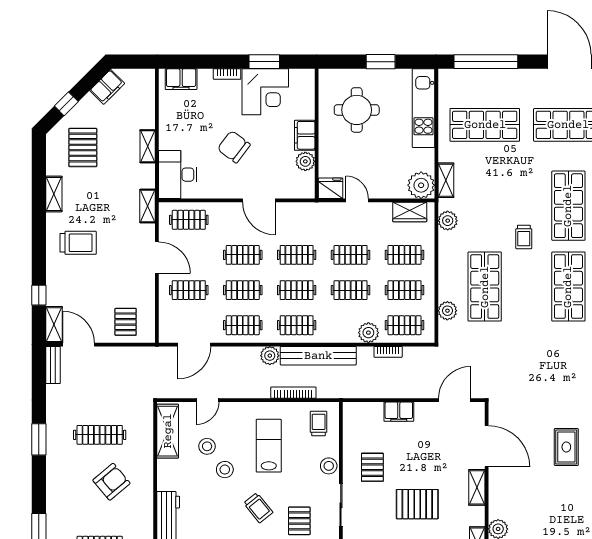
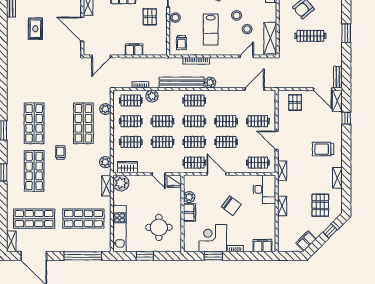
clothes rail: (243, 325) -> (194, 163), moved

